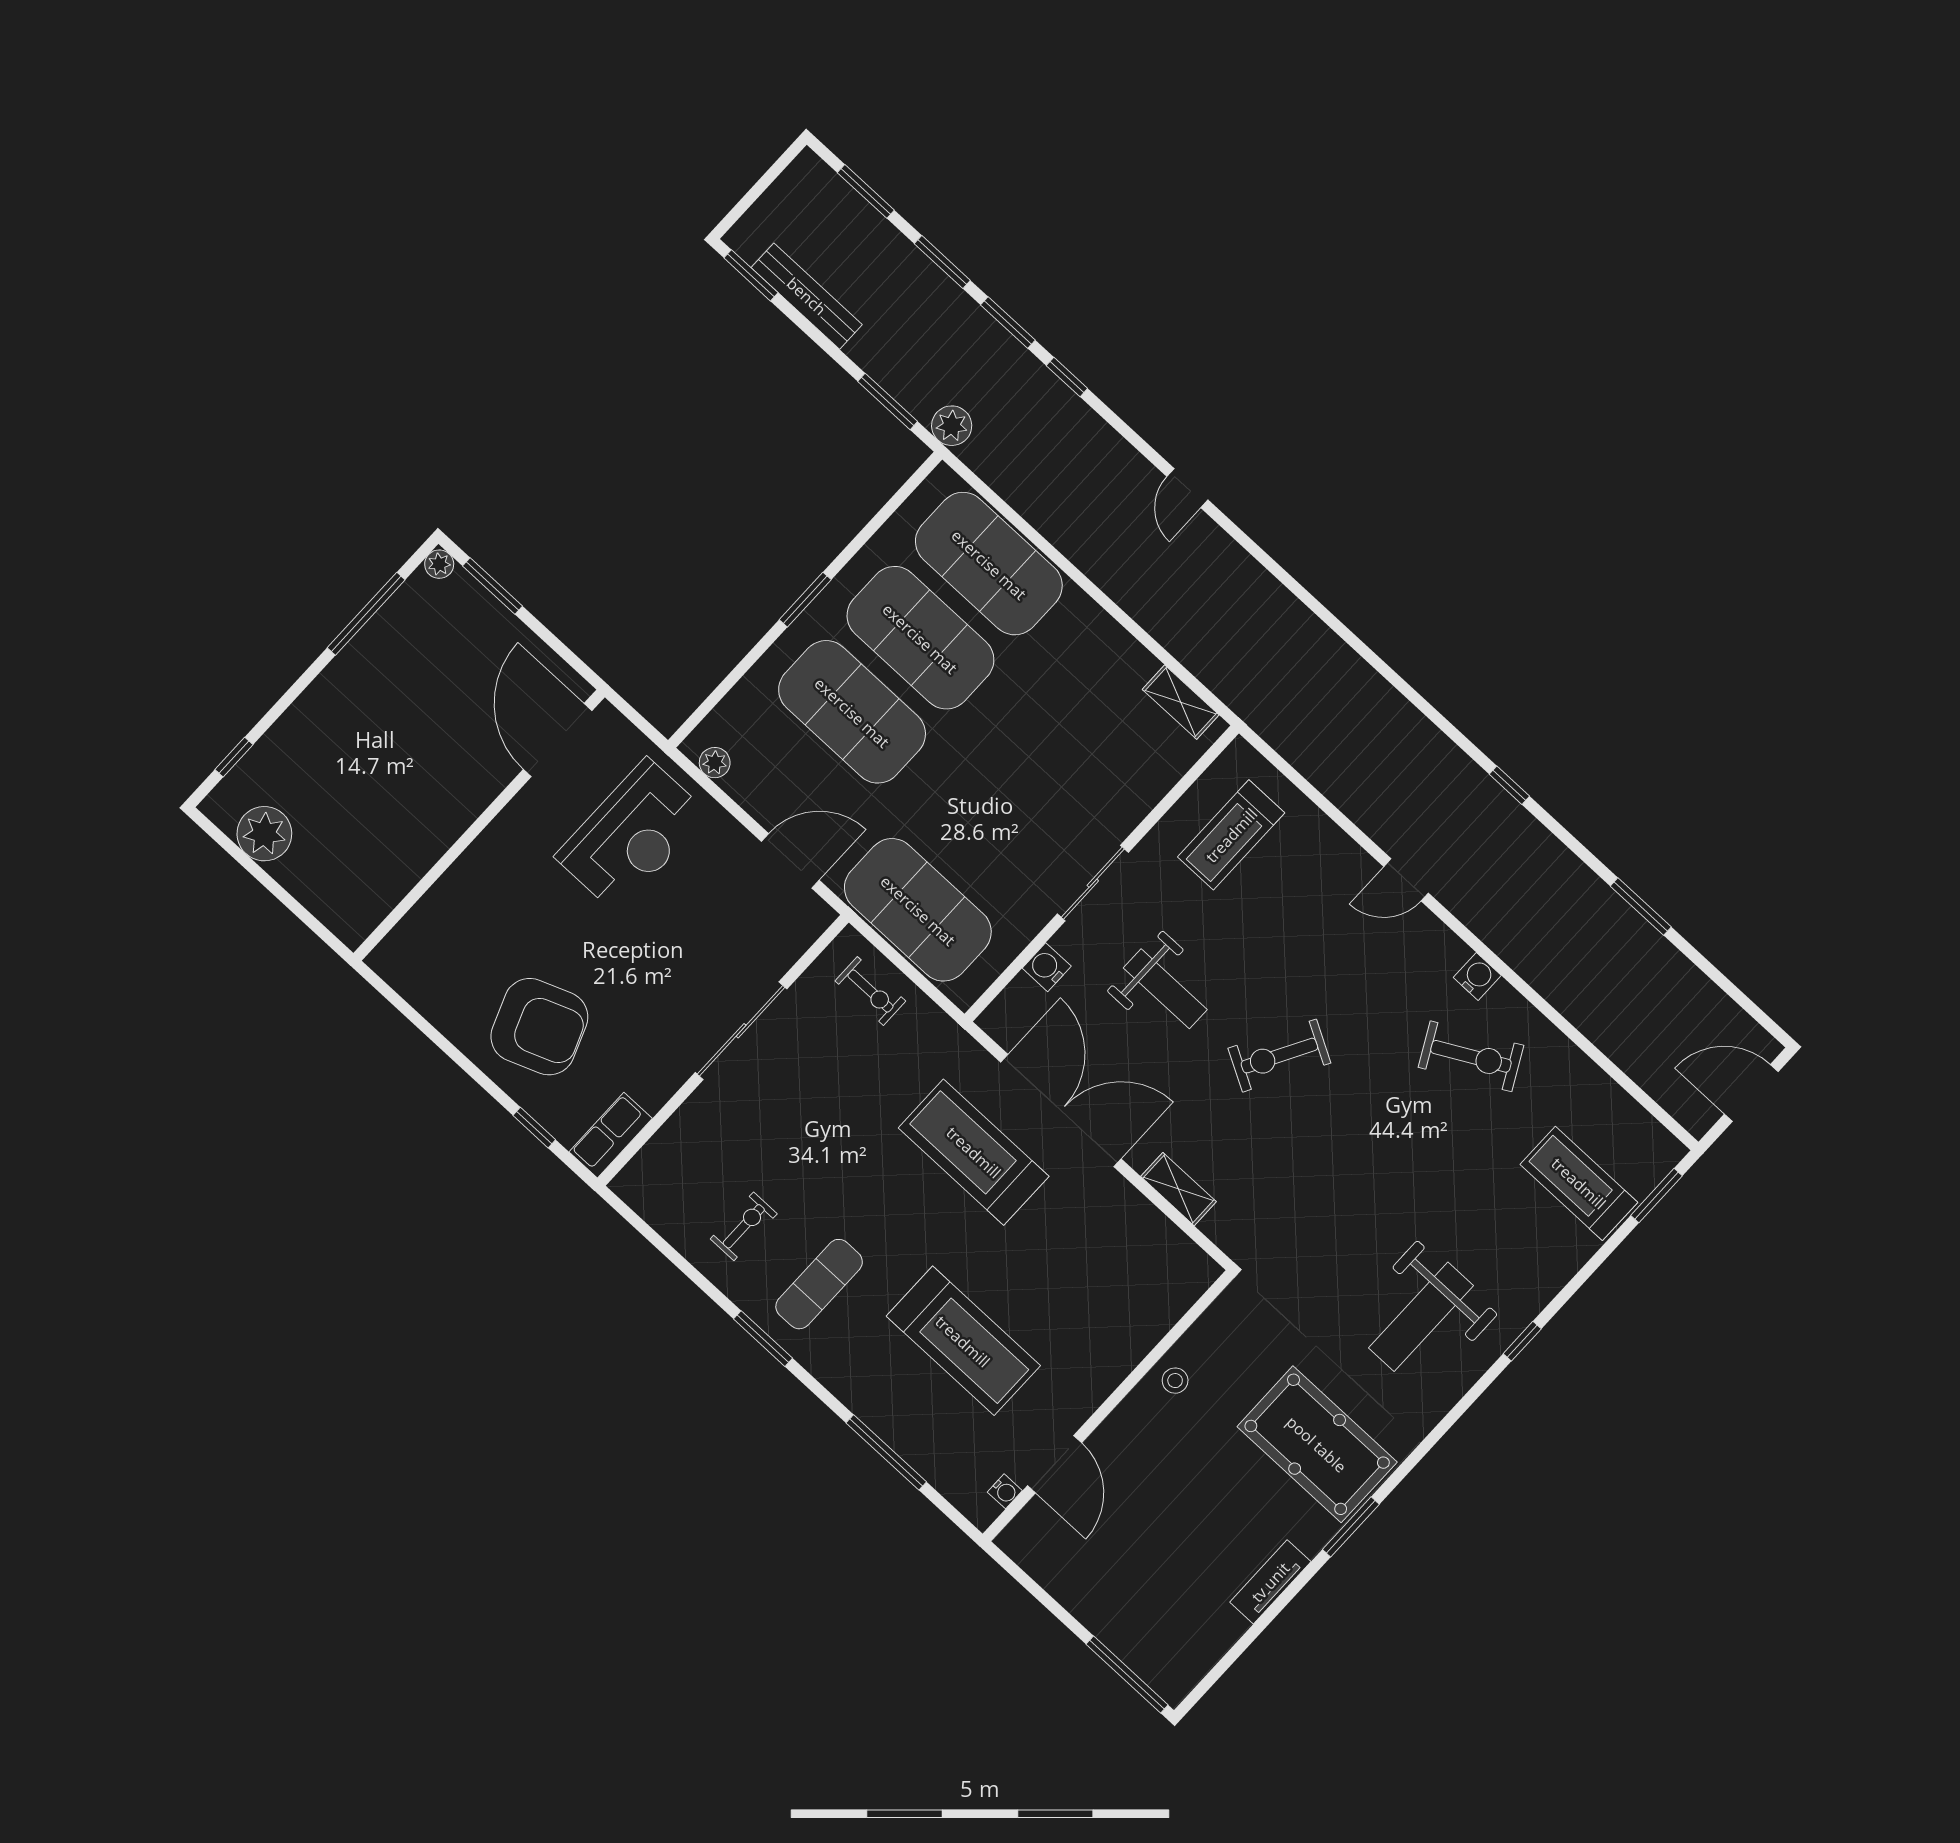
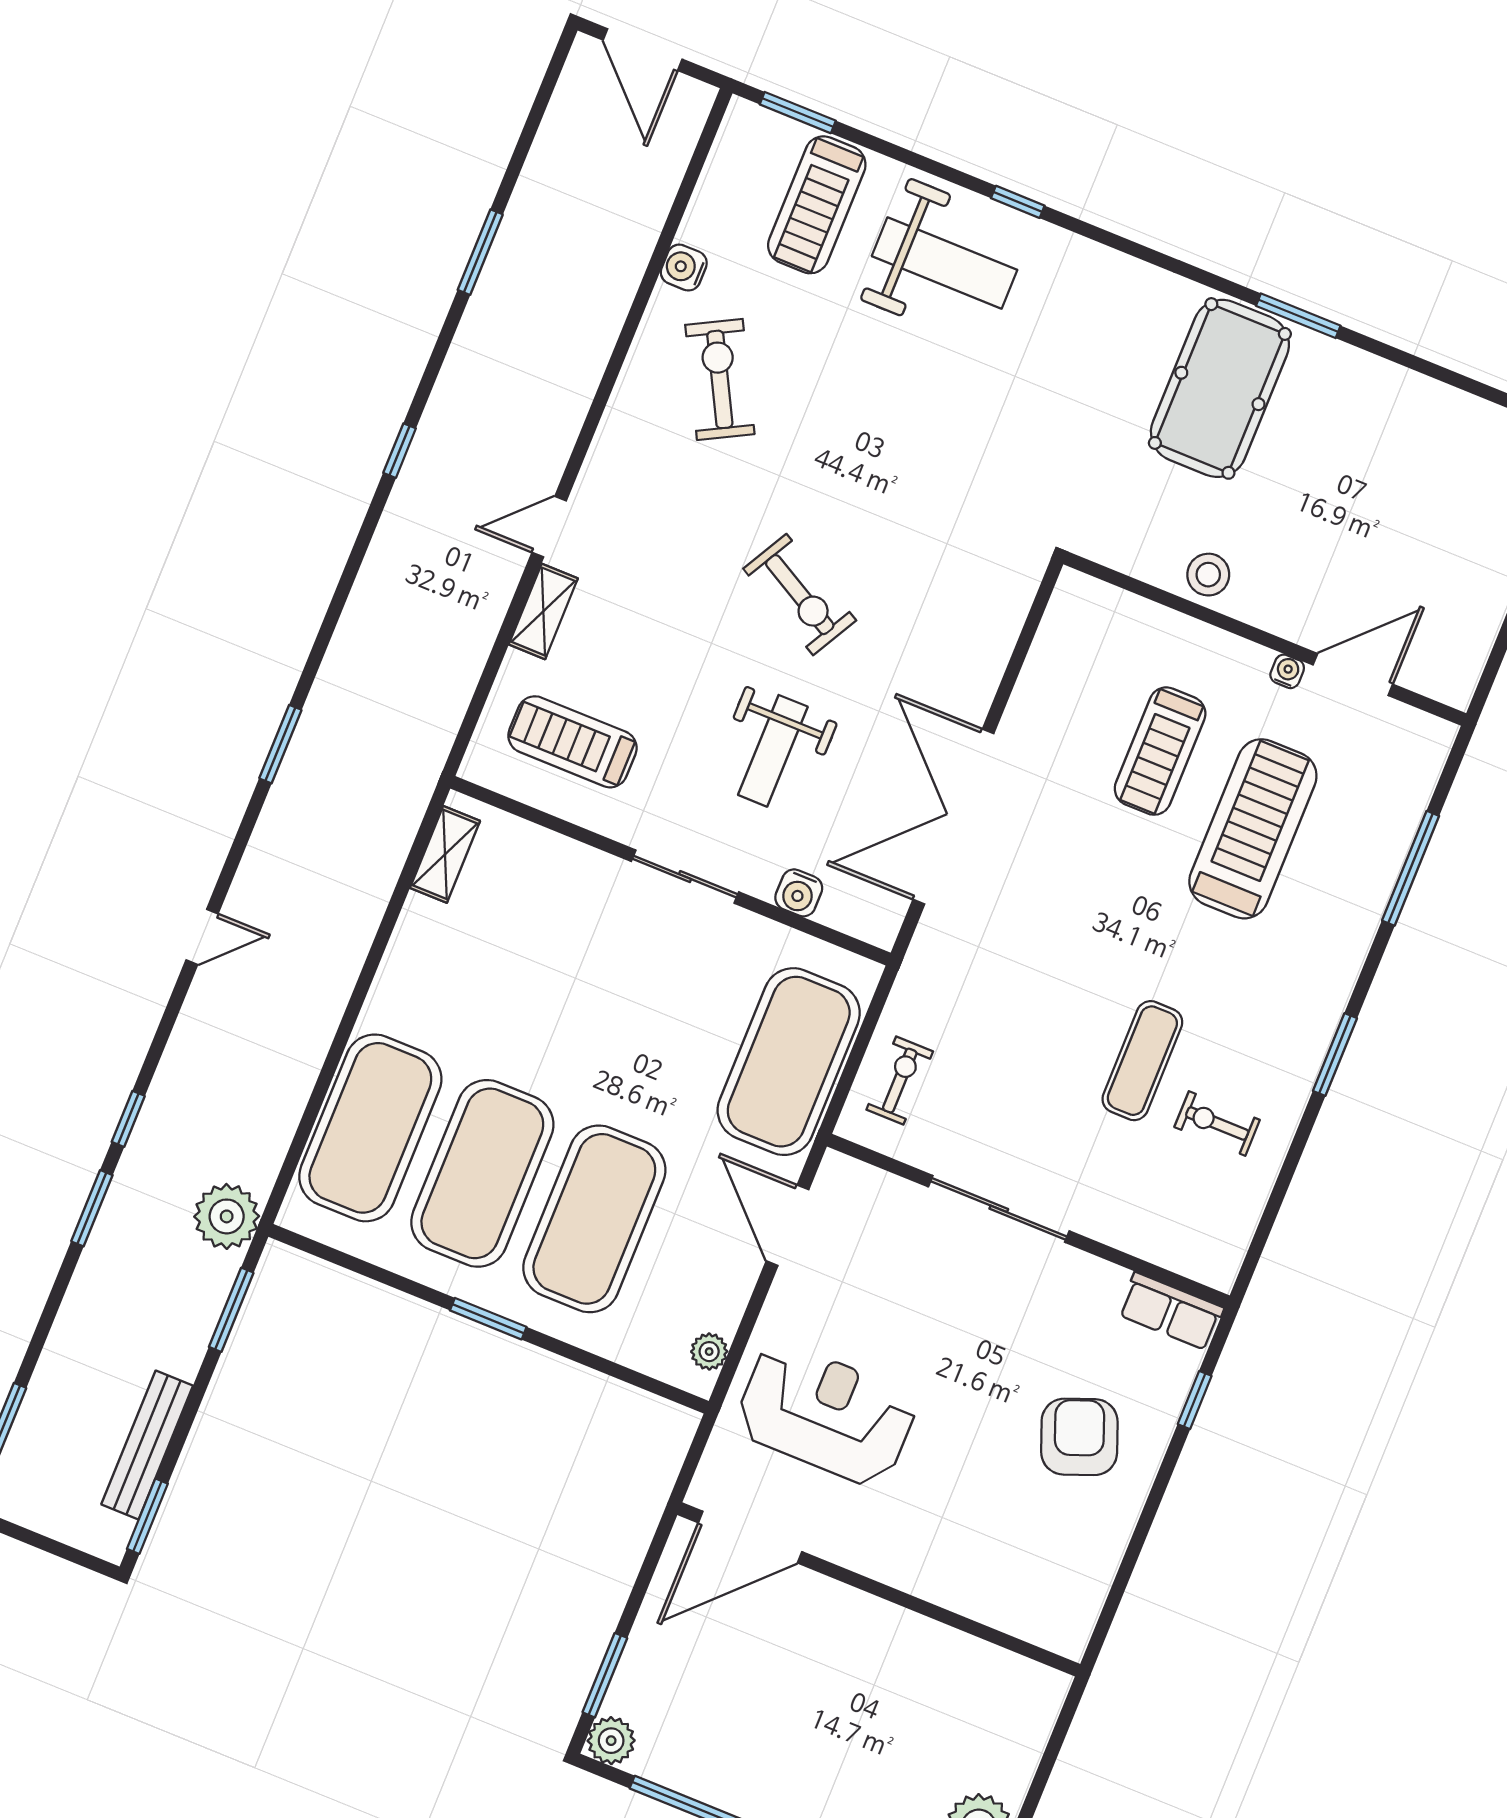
window: (942, 262) -> (280, 744), moved
plant: (952, 426) -> (227, 1216), width x1.36, depth x1.36
plant: (439, 564) -> (611, 1741), width x1.38, depth x1.38
treadmill: (1231, 835) -> (573, 742), turned 180
door: (1406, 880) -> (549, 527), swing flipped
water cooler: (1477, 976) -> (684, 268), moved
weight bench: (1165, 989) -> (773, 751), turned 180
armchair: (539, 1027) -> (1079, 1437), width x0.73, depth x0.73
treadmill: (974, 1152) -> (1160, 751), moved, width x0.73, depth x0.73
shelving: (1178, 1189) -> (543, 611), moved
exercise mat: (819, 1284) -> (1142, 1061), moved, turned 90
weight bench: (1421, 1317) -> (945, 263), moved
stool: (1175, 1381) -> (1208, 575), width x1.37, depth x1.37
water cooler: (1005, 1491) -> (1287, 671), moved
tv unit: (1270, 1582) -> (1394, 383), removed

